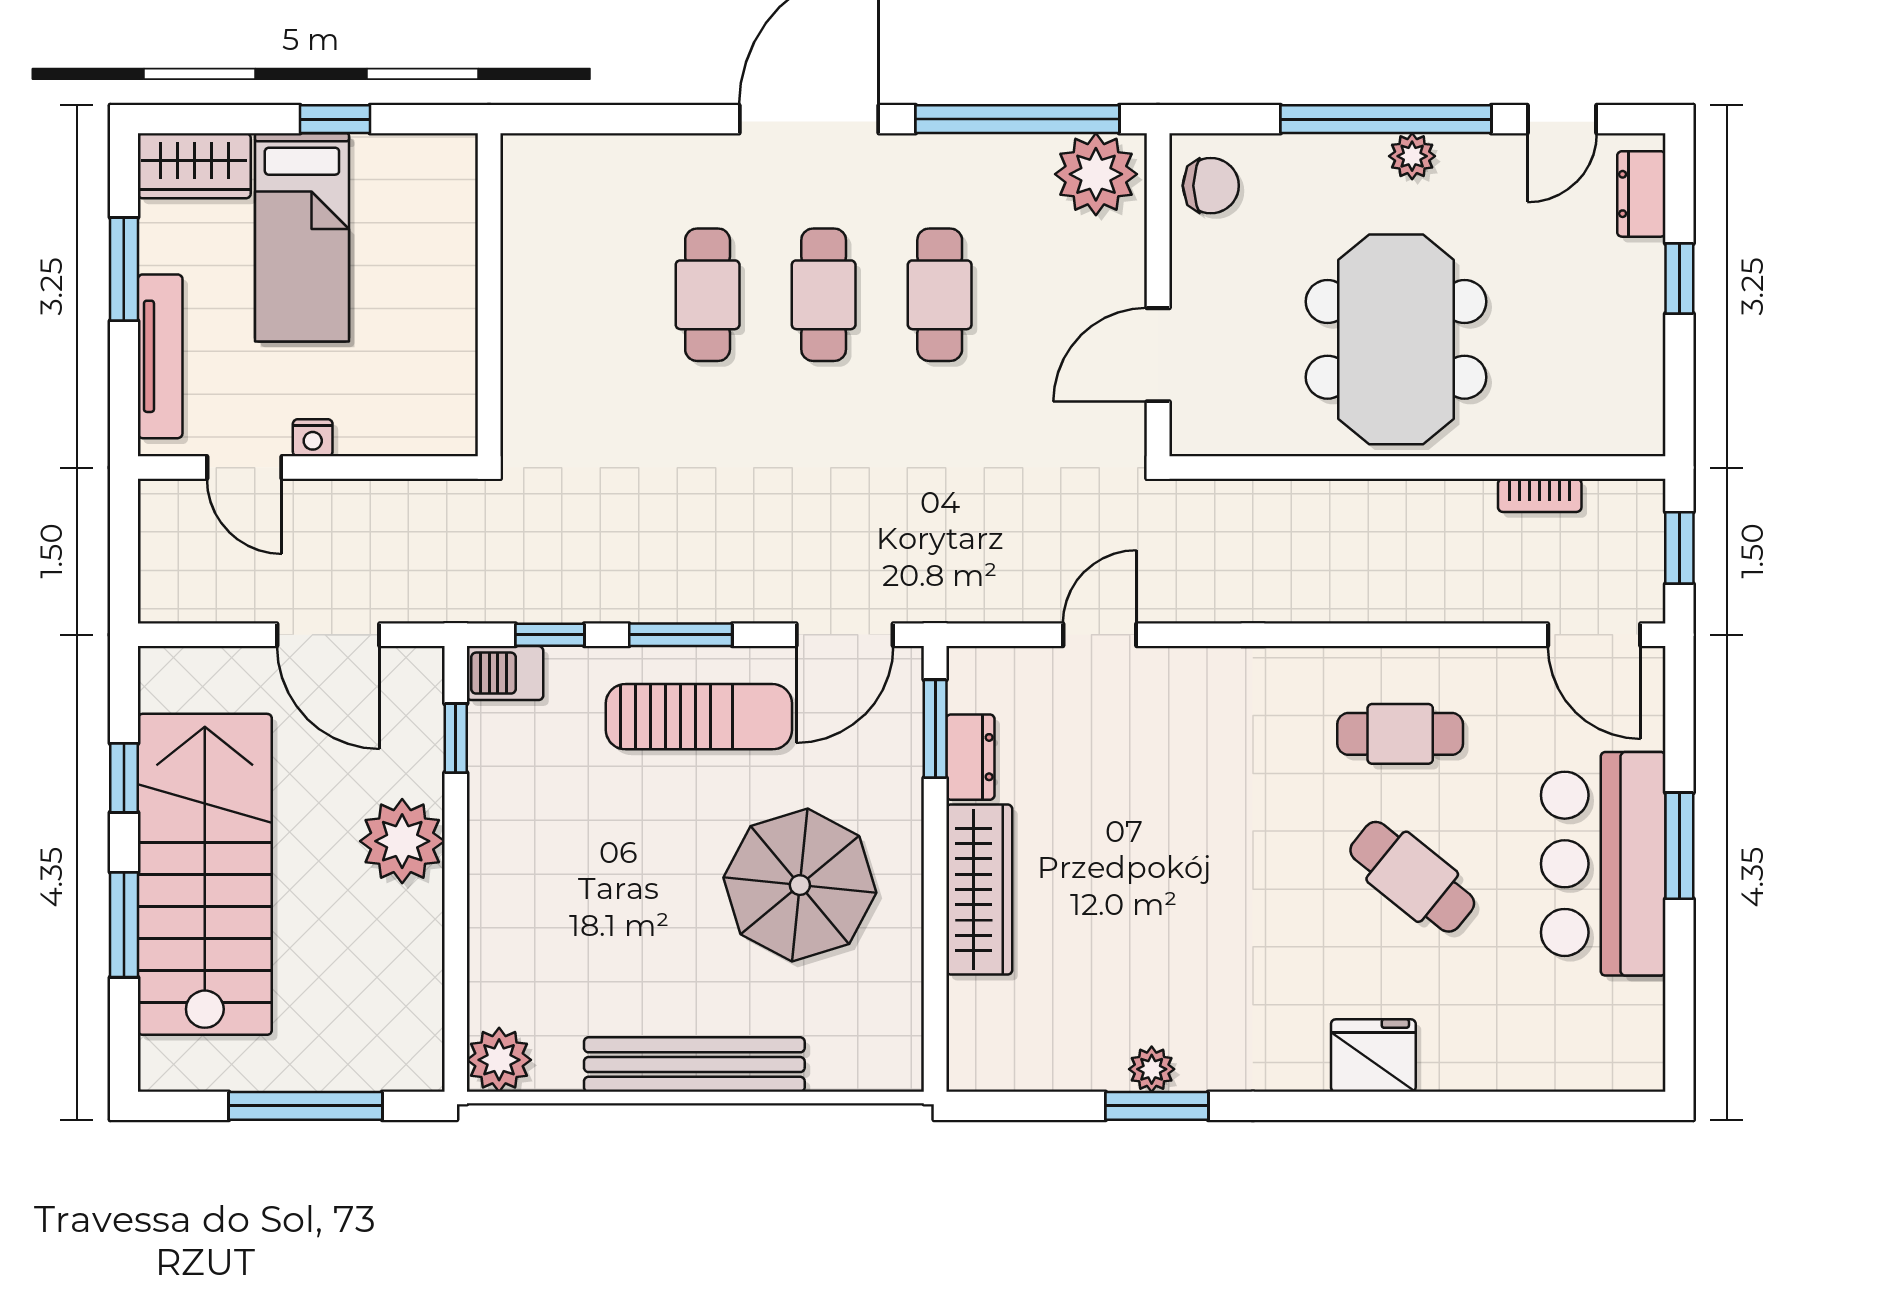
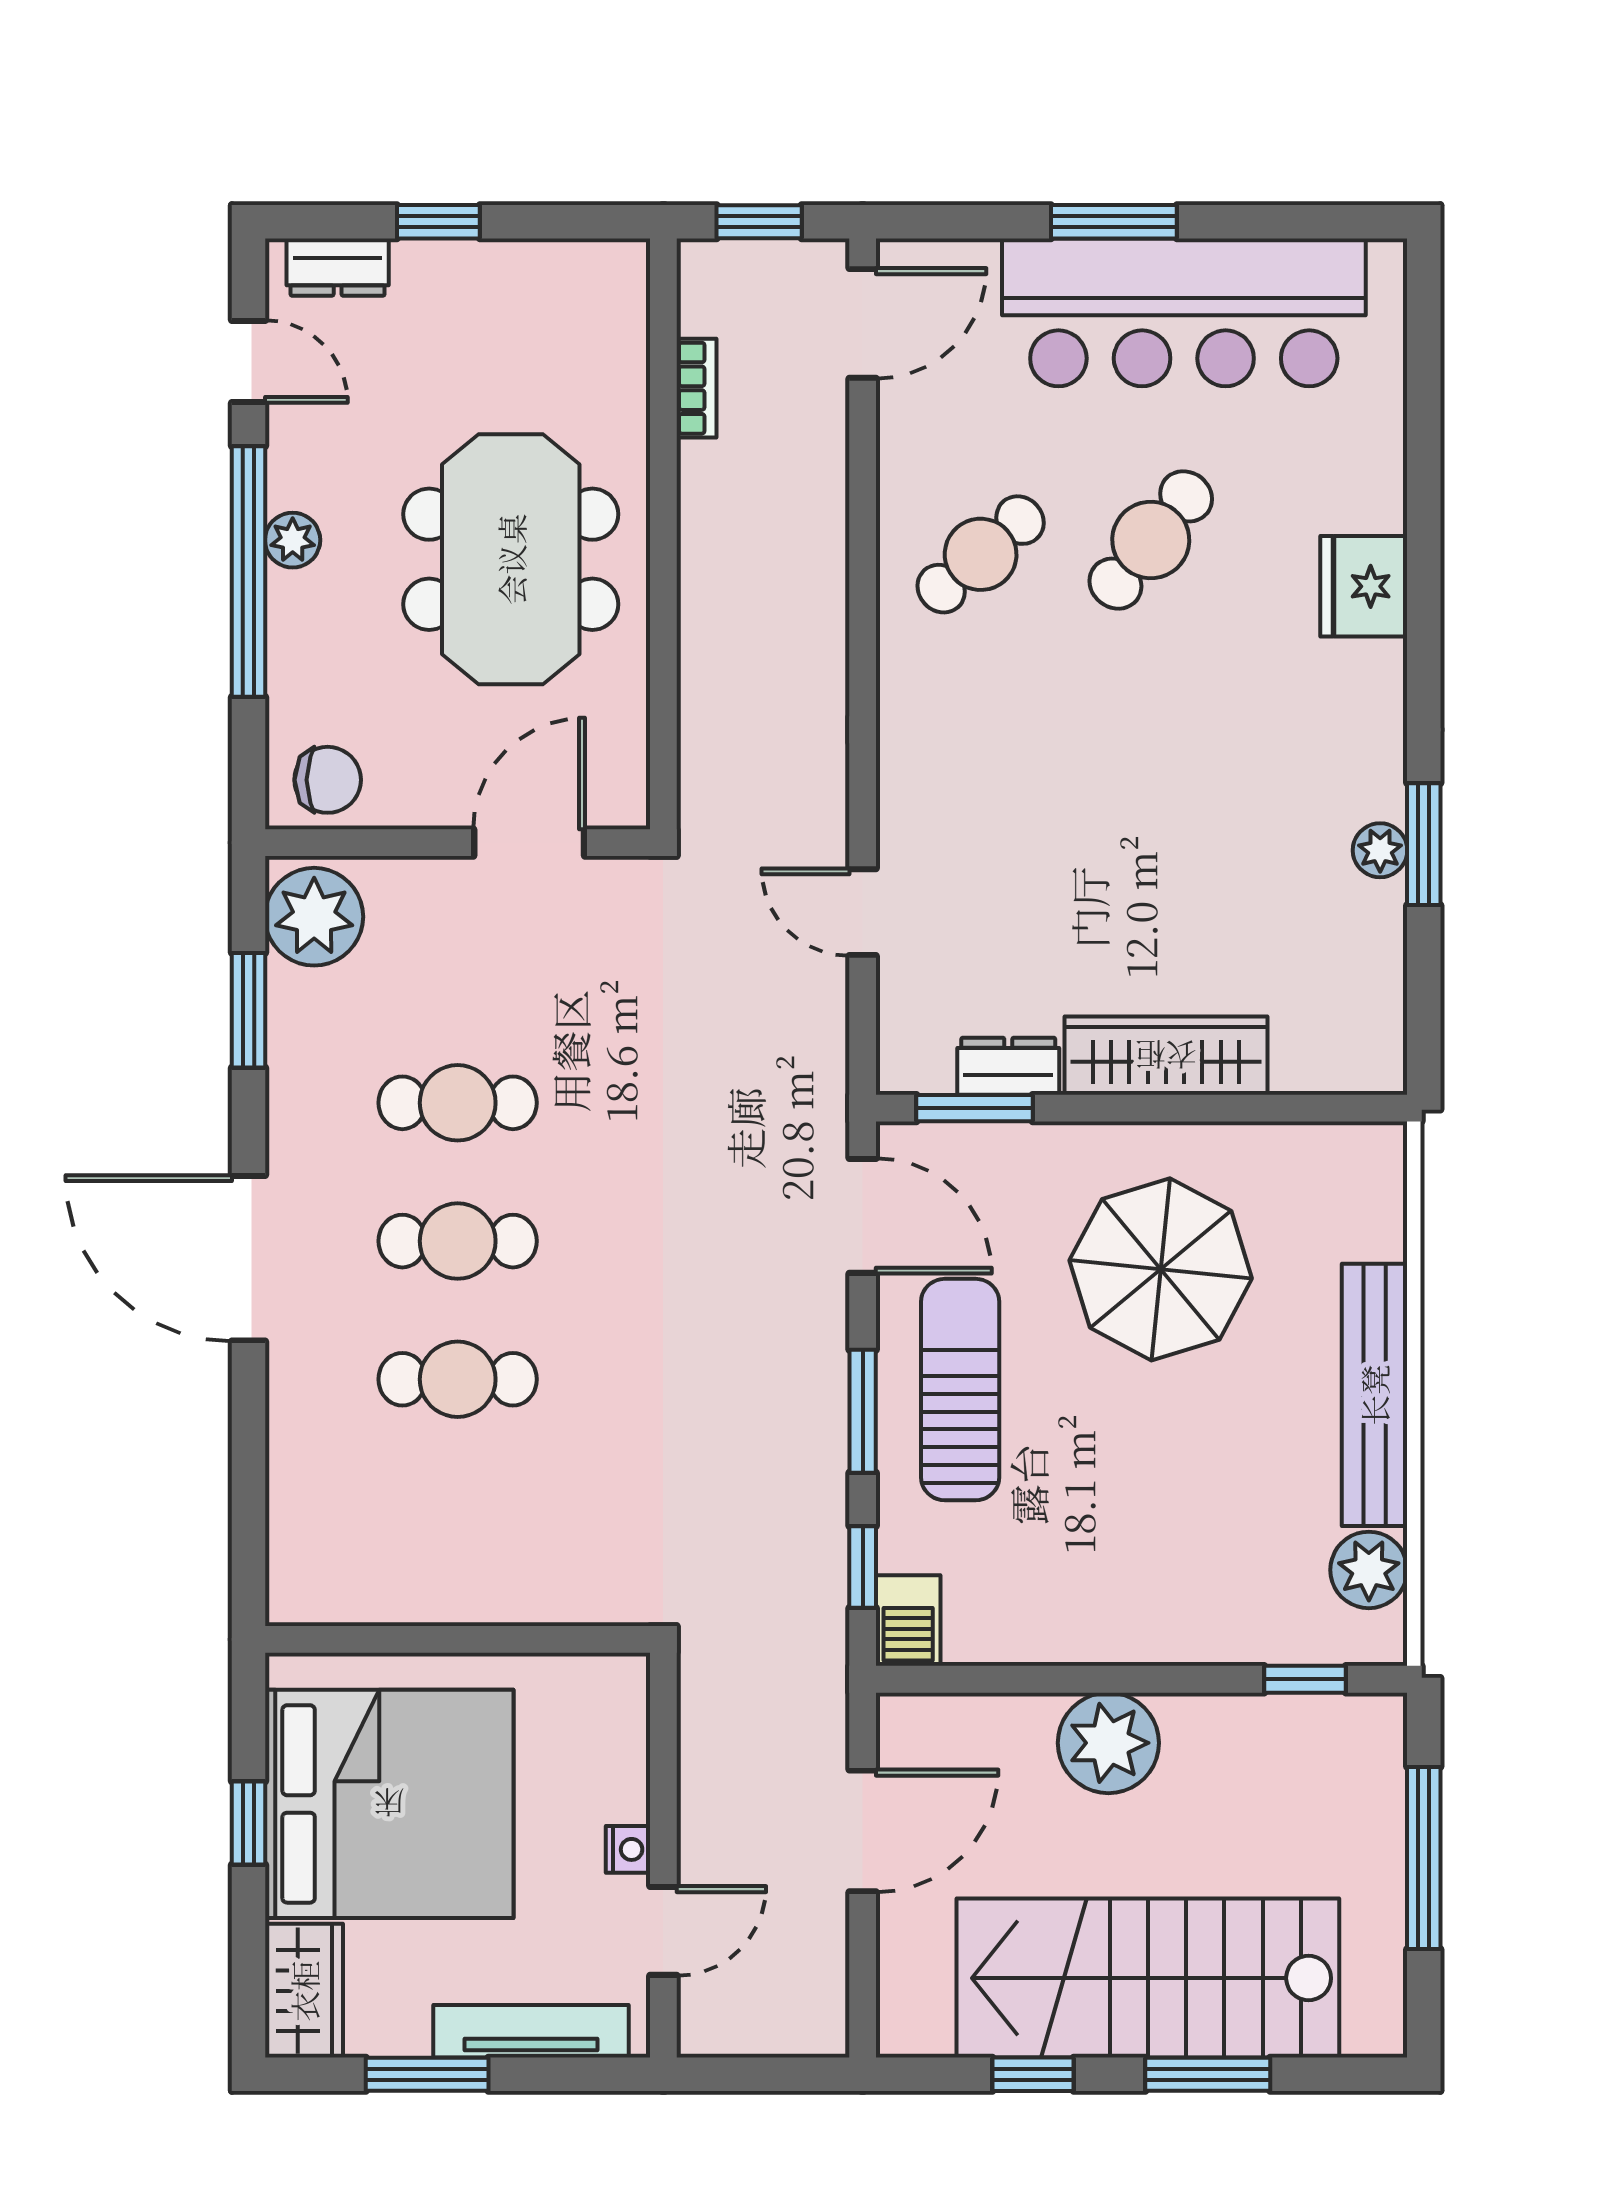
window: (1017, 119) -> (248, 1010), width x0.47
chair: (1211, 186) -> (328, 780), turned 90
bed: (302, 237) -> (389, 1804), width x2.04
meeting table: (1396, 339) -> (511, 559), turned 90
door: (1158, 355) -> (529, 843), swing flipped
cafe table: (1400, 734) -> (981, 554), turned 49
window: (456, 738) -> (1305, 1679), moved
bar counter: (1603, 864) -> (1184, 312), width x1.36
plant: (499, 1060) -> (1369, 1570), moved

